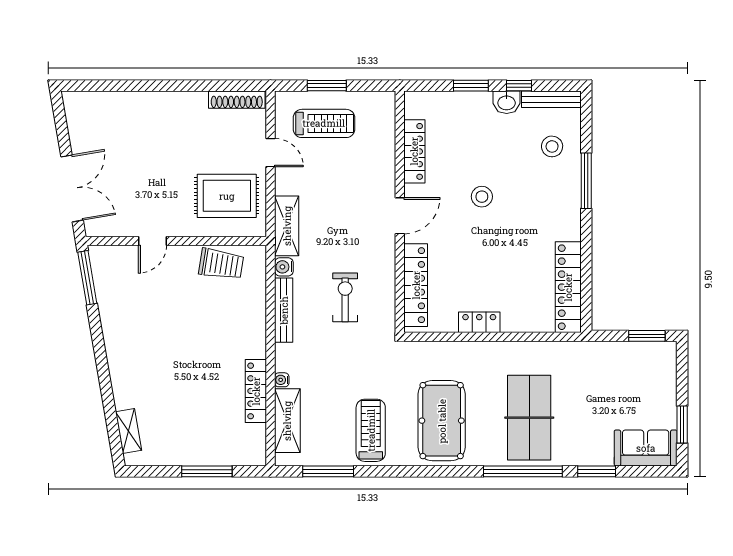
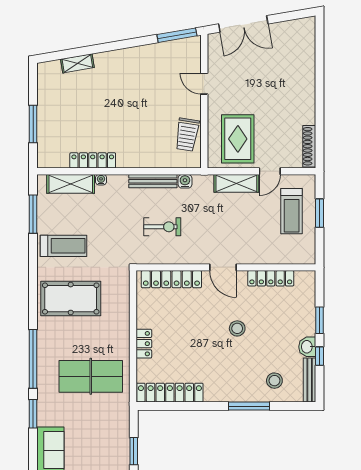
shelving: (287, 226) -> (236, 183), moved
locker: (479, 322) -> (144, 344), moved
table tennis table: (529, 418) -> (91, 376), moved
shelving: (129, 431) -> (77, 63), moved

